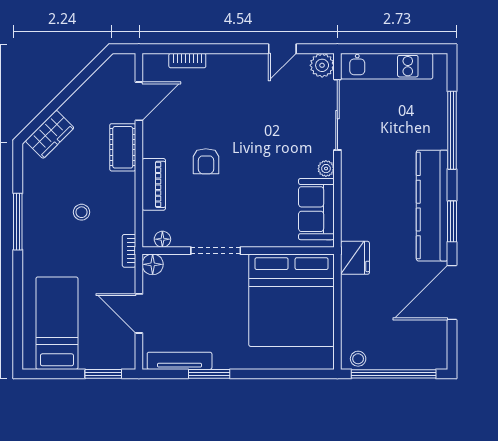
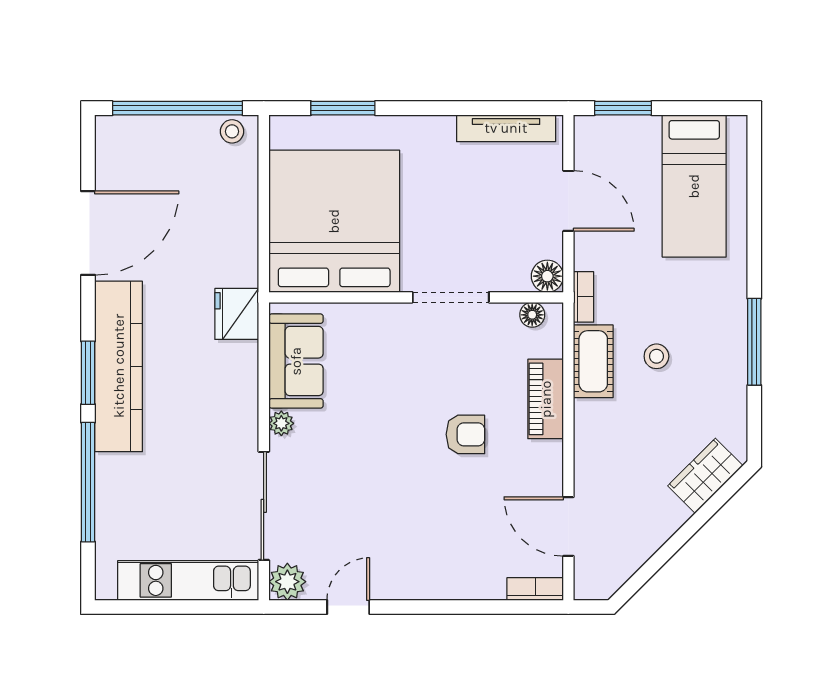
bookcase: (187, 61) -> (535, 589), moved
door: (139, 101) -> (568, 527), hinge flipped
cot: (123, 147) -> (593, 361), moved
armchair: (206, 161) -> (465, 434), turned 90
window: (452, 221) -> (88, 373), moved
fridge: (355, 258) -> (237, 314), moved
window: (209, 374) -> (343, 108), moved

